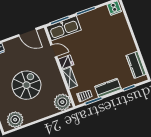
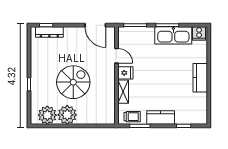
kitchen sink: (64, 28) -> (173, 35), moved
kitchen counter: (136, 65) -> (200, 78), moved
plant: (62, 102) -> (67, 115), moved

